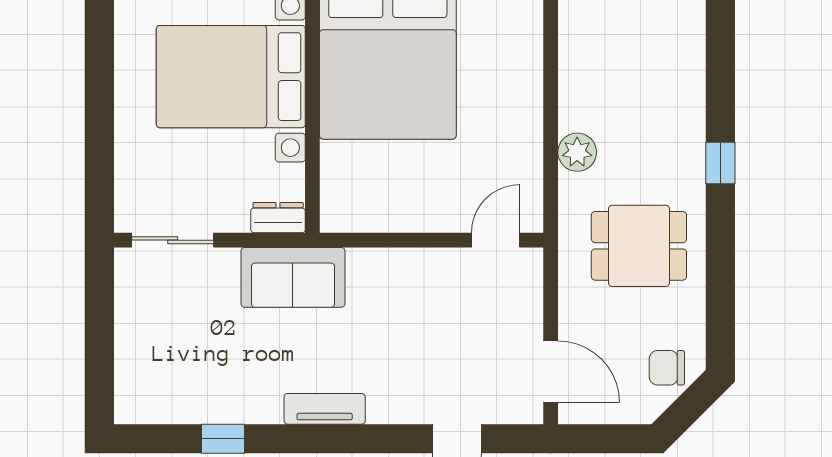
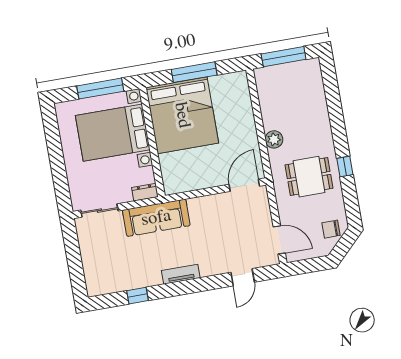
window: (720, 163) -> (345, 167), moved
door: (496, 240) -> (244, 185), width x1.38
sofa: (293, 277) -> (156, 218), width x1.36

